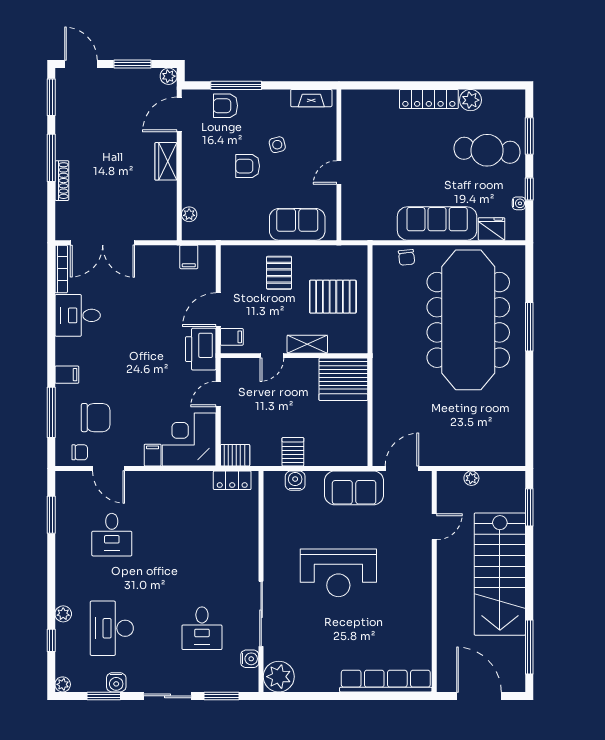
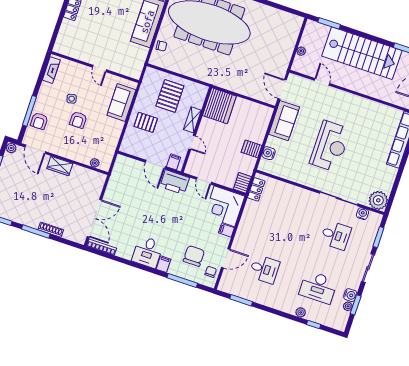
filing cabinet: (189, 257) -> (119, 171), removed
desk: (78, 315) -> (148, 252), moved
plant: (63, 684) -> (348, 306), moved

